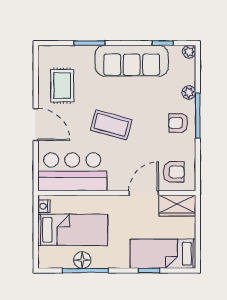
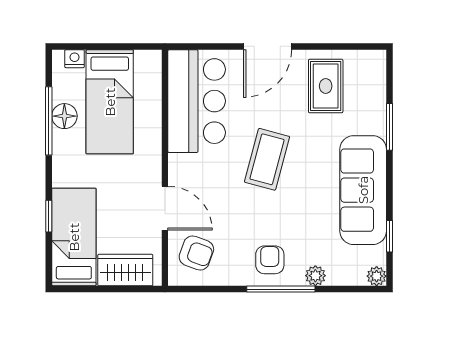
rug: (62, 86) -> (326, 86), turned 90
armchair: (174, 172) -> (196, 253), turned -70
nightstand: (44, 206) -> (75, 59), moved
wardrobe: (177, 206) -> (125, 270), moved, turned 90

